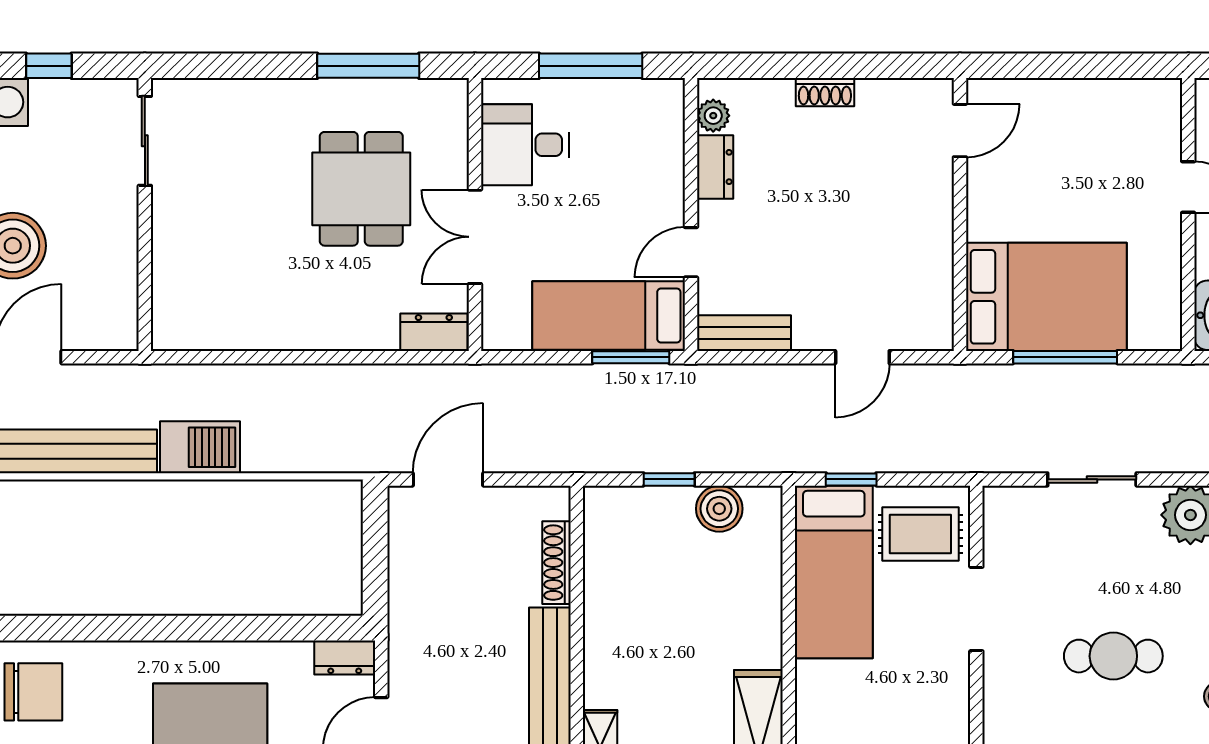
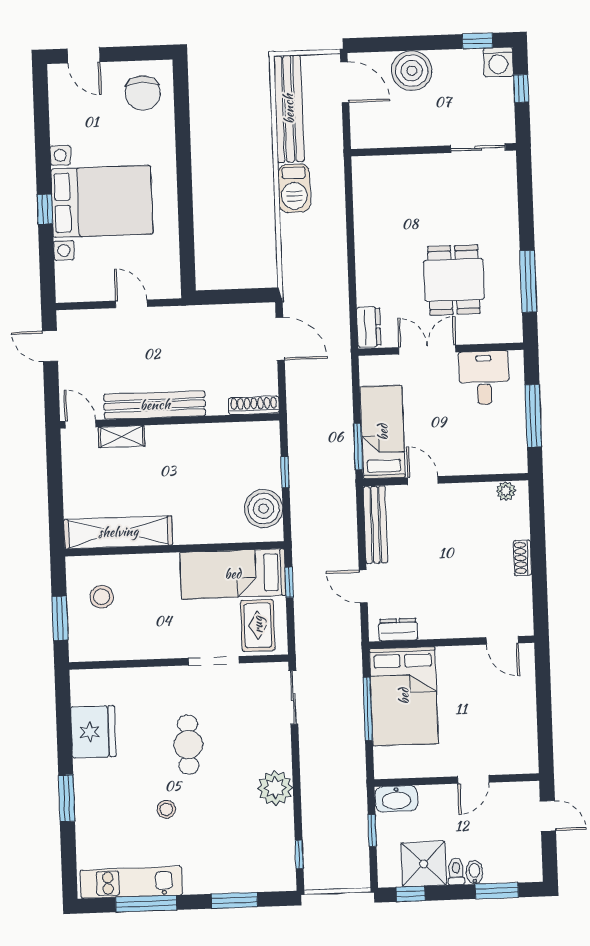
dresser: (715, 167) -> (398, 630), moved, turned 180
dining table: (361, 189) -> (454, 280), turned 90
bench: (744, 333) -> (375, 525), width x1.36
sliding door: (1092, 479) -> (293, 697), moved
boiler: (719, 509) -> (264, 509), width x1.37, depth x1.37
shoe rack: (557, 563) -> (254, 405), moved
dresser: (345, 658) -> (170, 280), removed

